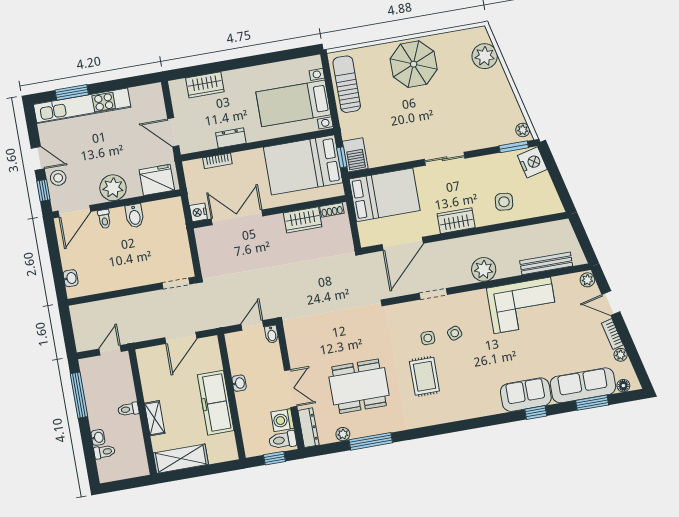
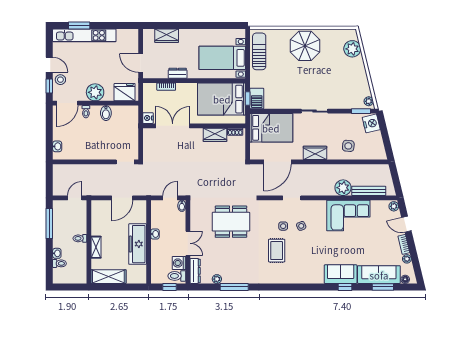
plant: (484, 269) -> (343, 188), moved
dining table: (359, 386) -> (231, 222), moved

